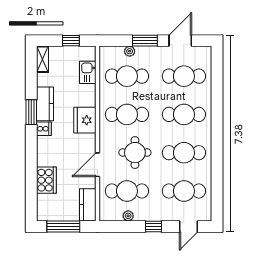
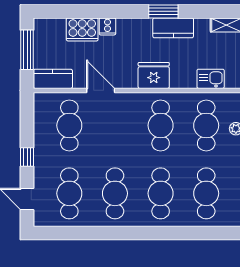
cooker: (44, 129) -> (107, 26), moved
round table: (135, 153) -> (115, 135), removed
plant: (128, 216) -> (40, 127), removed

